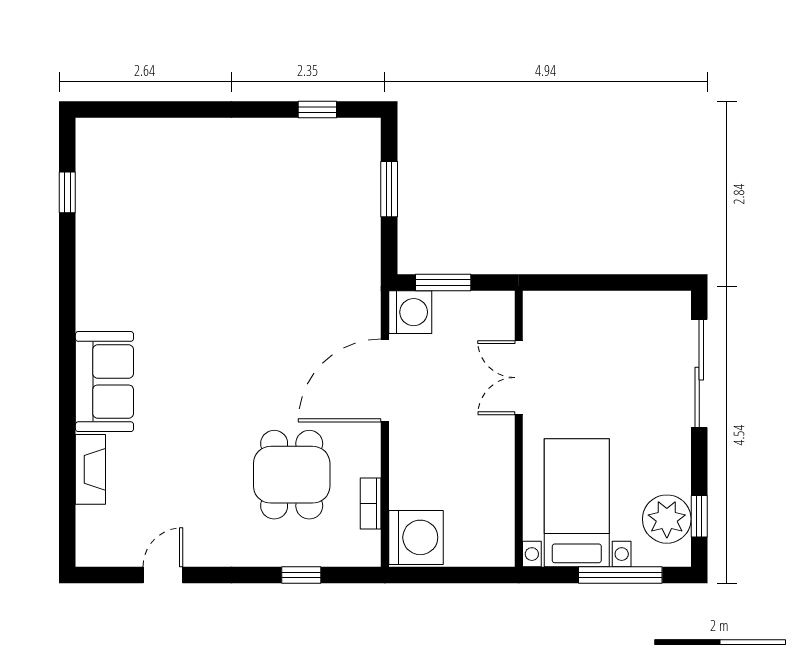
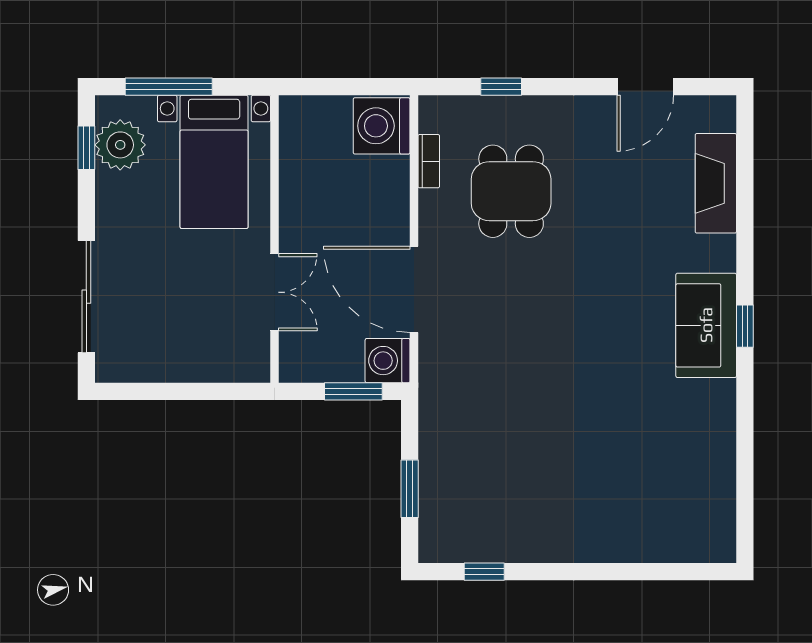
window: (67, 192) -> (745, 326), moved
door: (385, 380) -> (414, 289), swing flipped
sofa: (104, 382) -> (706, 325), moved
fireplace: (90, 469) -> (716, 183), width x1.37, depth x1.32
door: (163, 575) -> (645, 87), width x1.37

